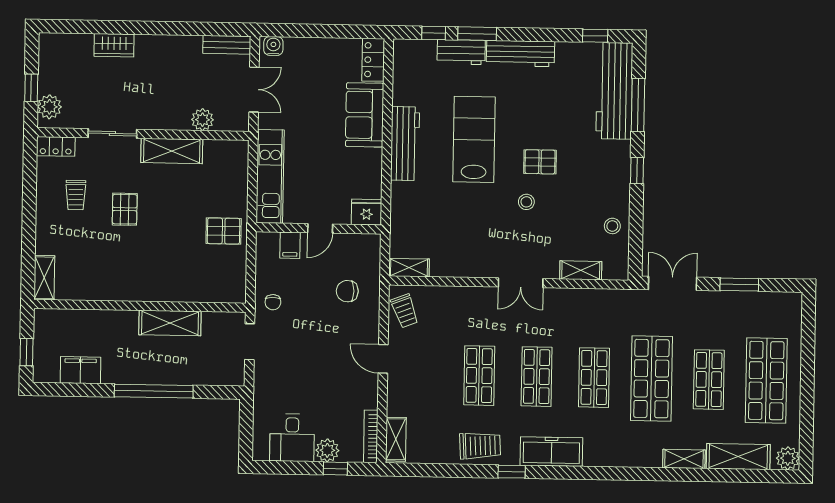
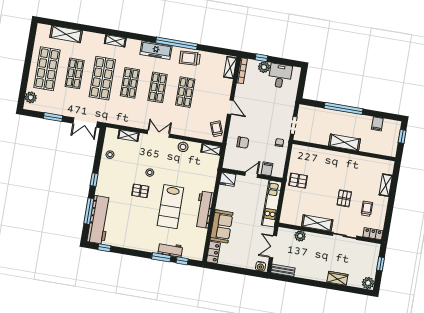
workbench: (520, 54) -> (142, 245), removed
plant: (49, 107) -> (368, 283), moved
stool: (467, 264) -> (183, 147), added
shelving: (44, 278) -> (386, 185), moved
shelving: (170, 323) -> (344, 142), moved
filing cabinet: (81, 370) -> (377, 124), width x0.50
plant: (788, 458) -> (31, 97), moved
shelving: (684, 459) -> (115, 41), moved
window: (512, 472) -> (177, 43), width x3.17

